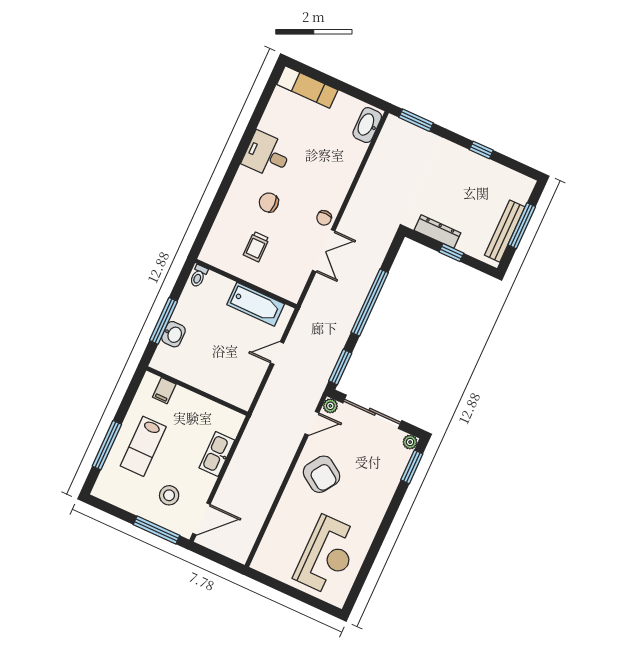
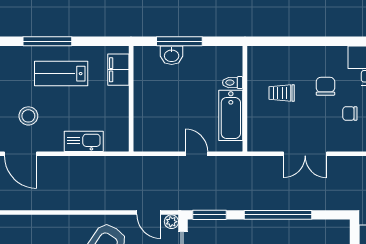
chair: (324, 218) -> (350, 114), moved
toilet: (198, 276) -> (233, 83), moved
filing cabinet: (164, 391) -> (118, 70), width x2.00

